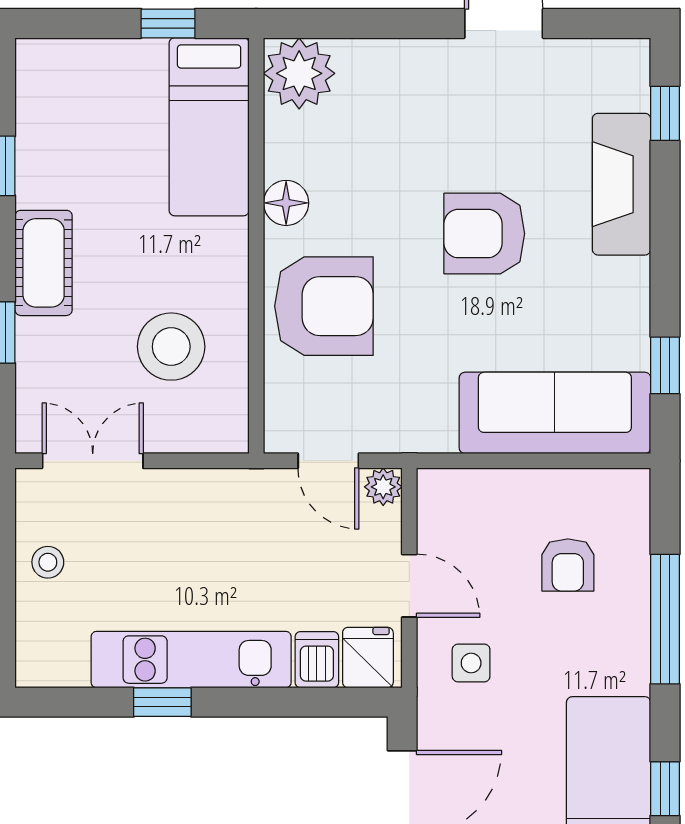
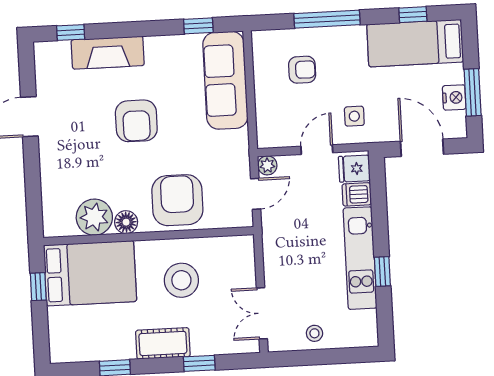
plant: (299, 73) -> (94, 217), moved
bed: (209, 127) -> (90, 273), width x1.50
stool: (171, 347) -> (181, 280), moved

